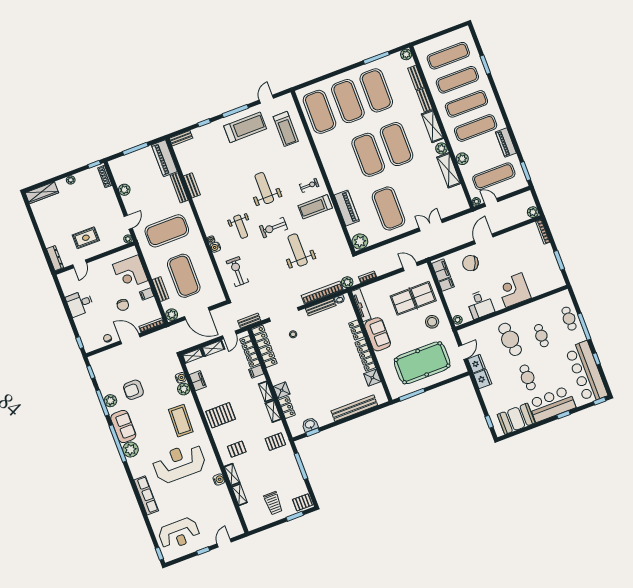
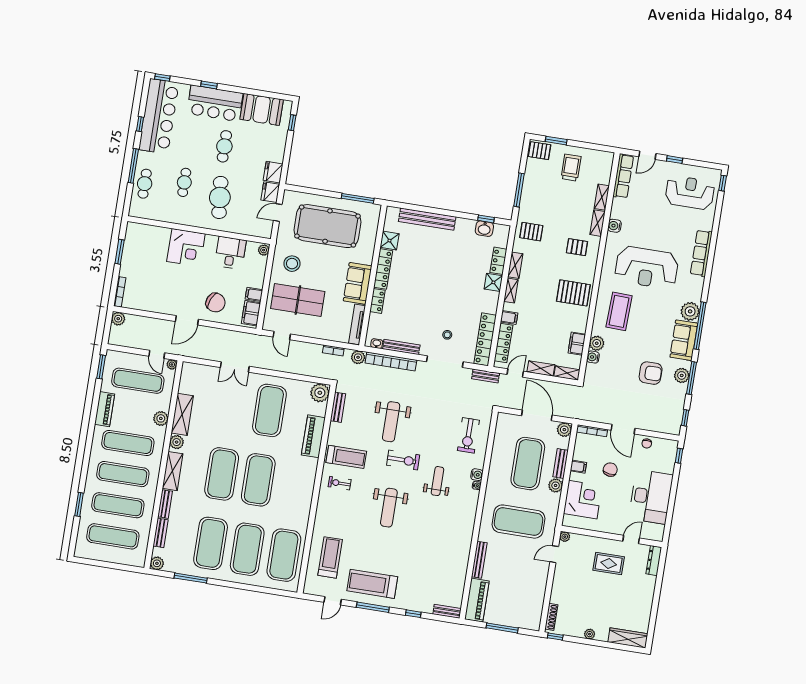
bench: (192, 185) -> (338, 407), moved
plant: (124, 190) -> (556, 485), moved
desk: (80, 303) -> (651, 497), width x1.87, depth x1.30
row of seats: (233, 518) -> (623, 176), added

